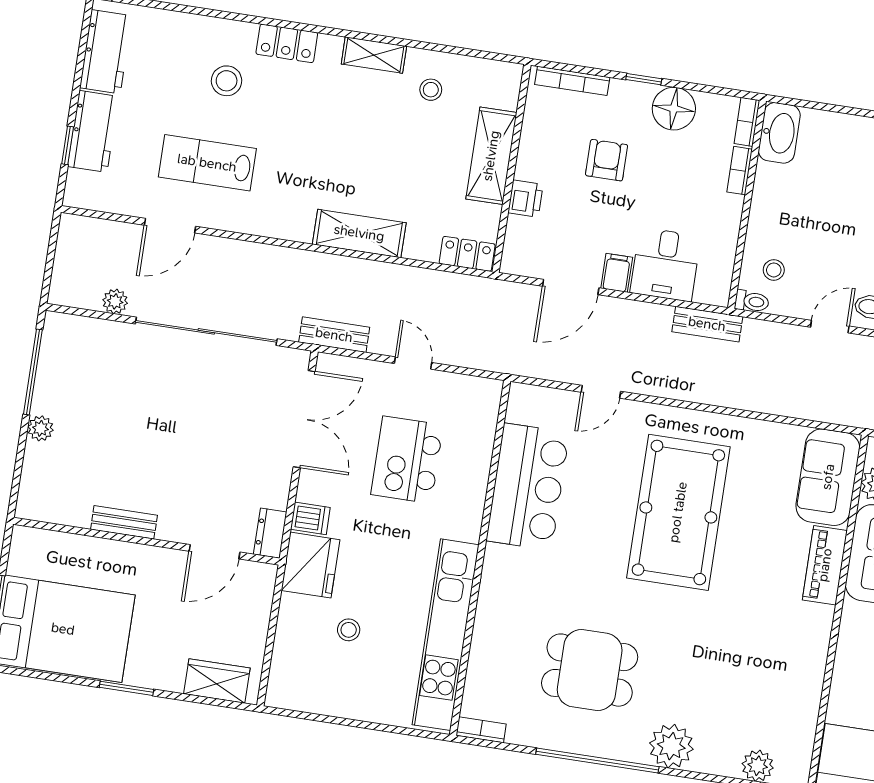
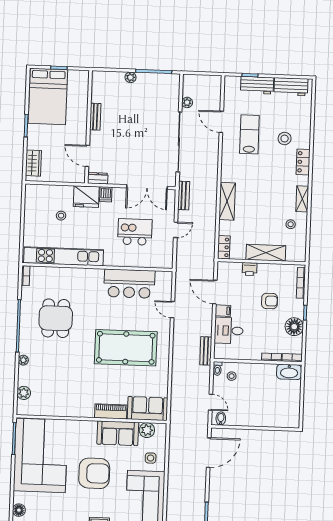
plant: (671, 746) -> (23, 360), width x0.53, depth x0.53

